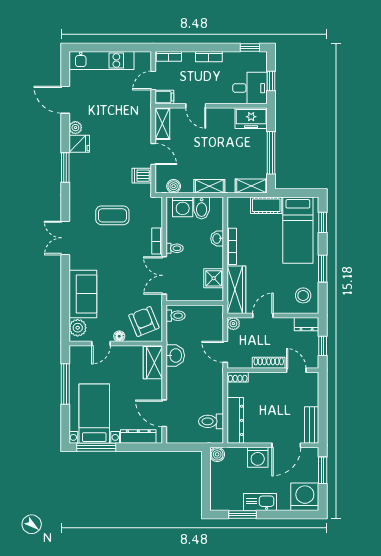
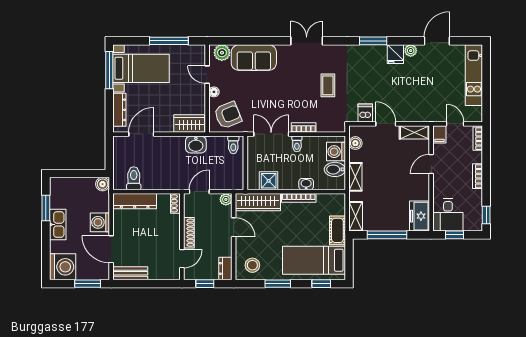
door: (153, 154) -> (386, 124), swing flipped
coffee table: (112, 215) -> (328, 85), width x0.73, depth x0.77

